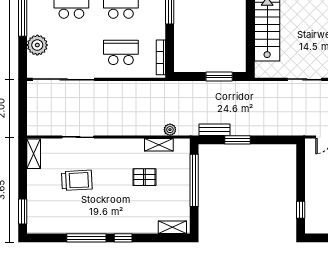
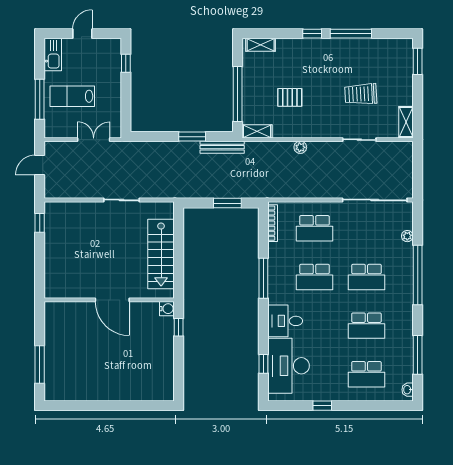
plant: (37, 45) -> (407, 236), width x0.53, depth x0.53
window: (219, 77) -> (227, 203), moved
plant: (170, 130) -> (300, 147), moved
bench: (214, 130) -> (222, 147), width x1.36
shelving: (159, 145) -> (257, 131), moved

